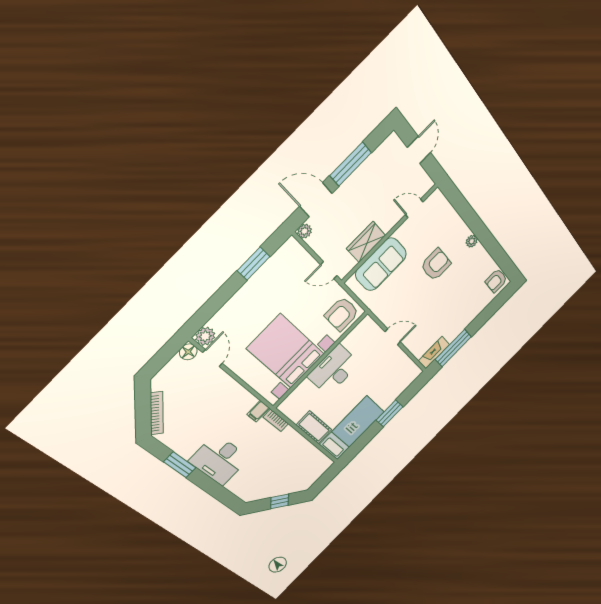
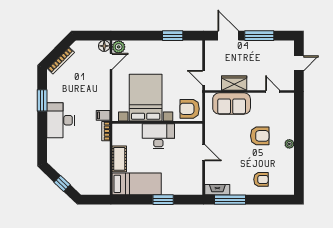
plant: (305, 231) -> (210, 45), removed
armchair: (496, 281) -> (261, 179), moved, turned 180

